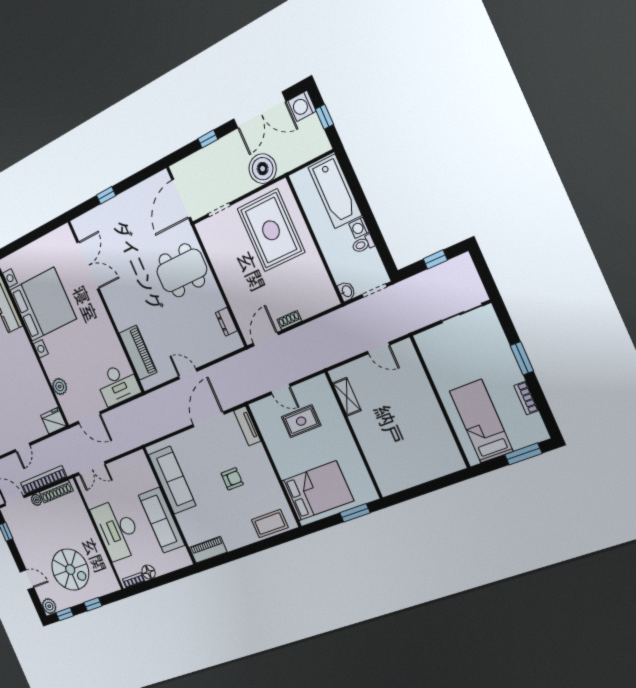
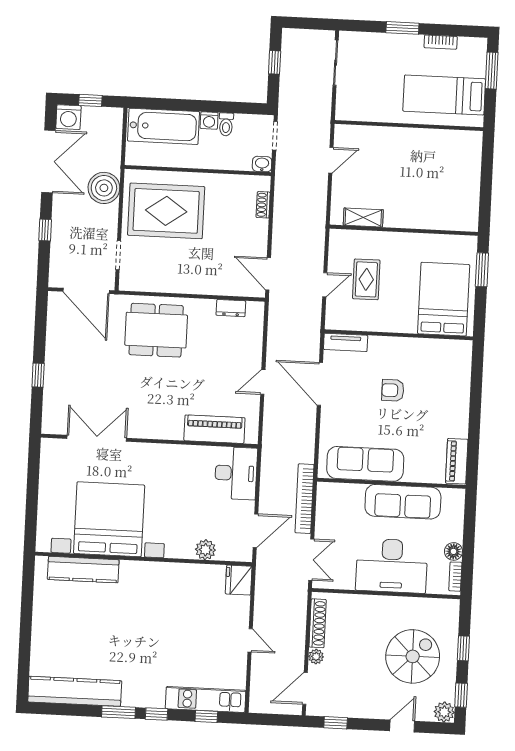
dining table: (182, 270) -> (156, 330), turned 90
shoe rack: (289, 320) -> (263, 205), moved
armchair: (232, 479) -> (393, 390), turned -90
bookcase: (43, 480) -> (305, 499), moved
coffee table: (270, 524) -> (457, 372), removed

